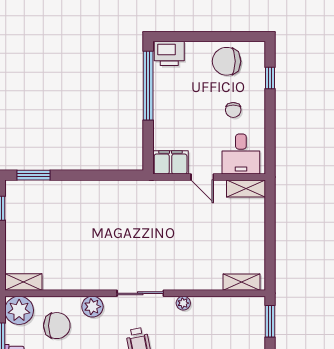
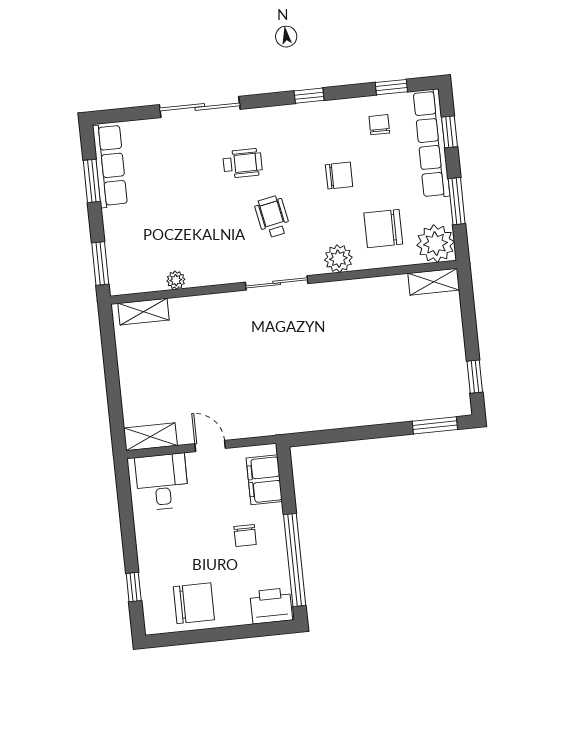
chair: (233, 110) -> (245, 536), moved, turned 180
filing cabinet: (171, 162) -> (264, 480), moved, turned 90
plant: (183, 303) -> (176, 280), moved

